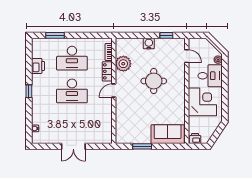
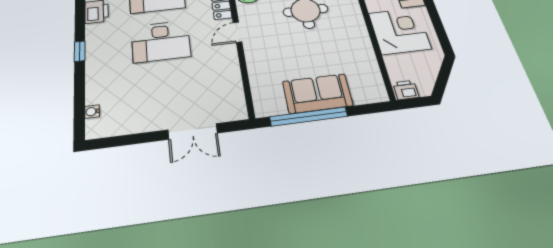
sofa: (168, 134) -> (318, 93), moved
double door: (73, 146) -> (193, 131), moved
window: (142, 146) -> (309, 116), width x2.11

